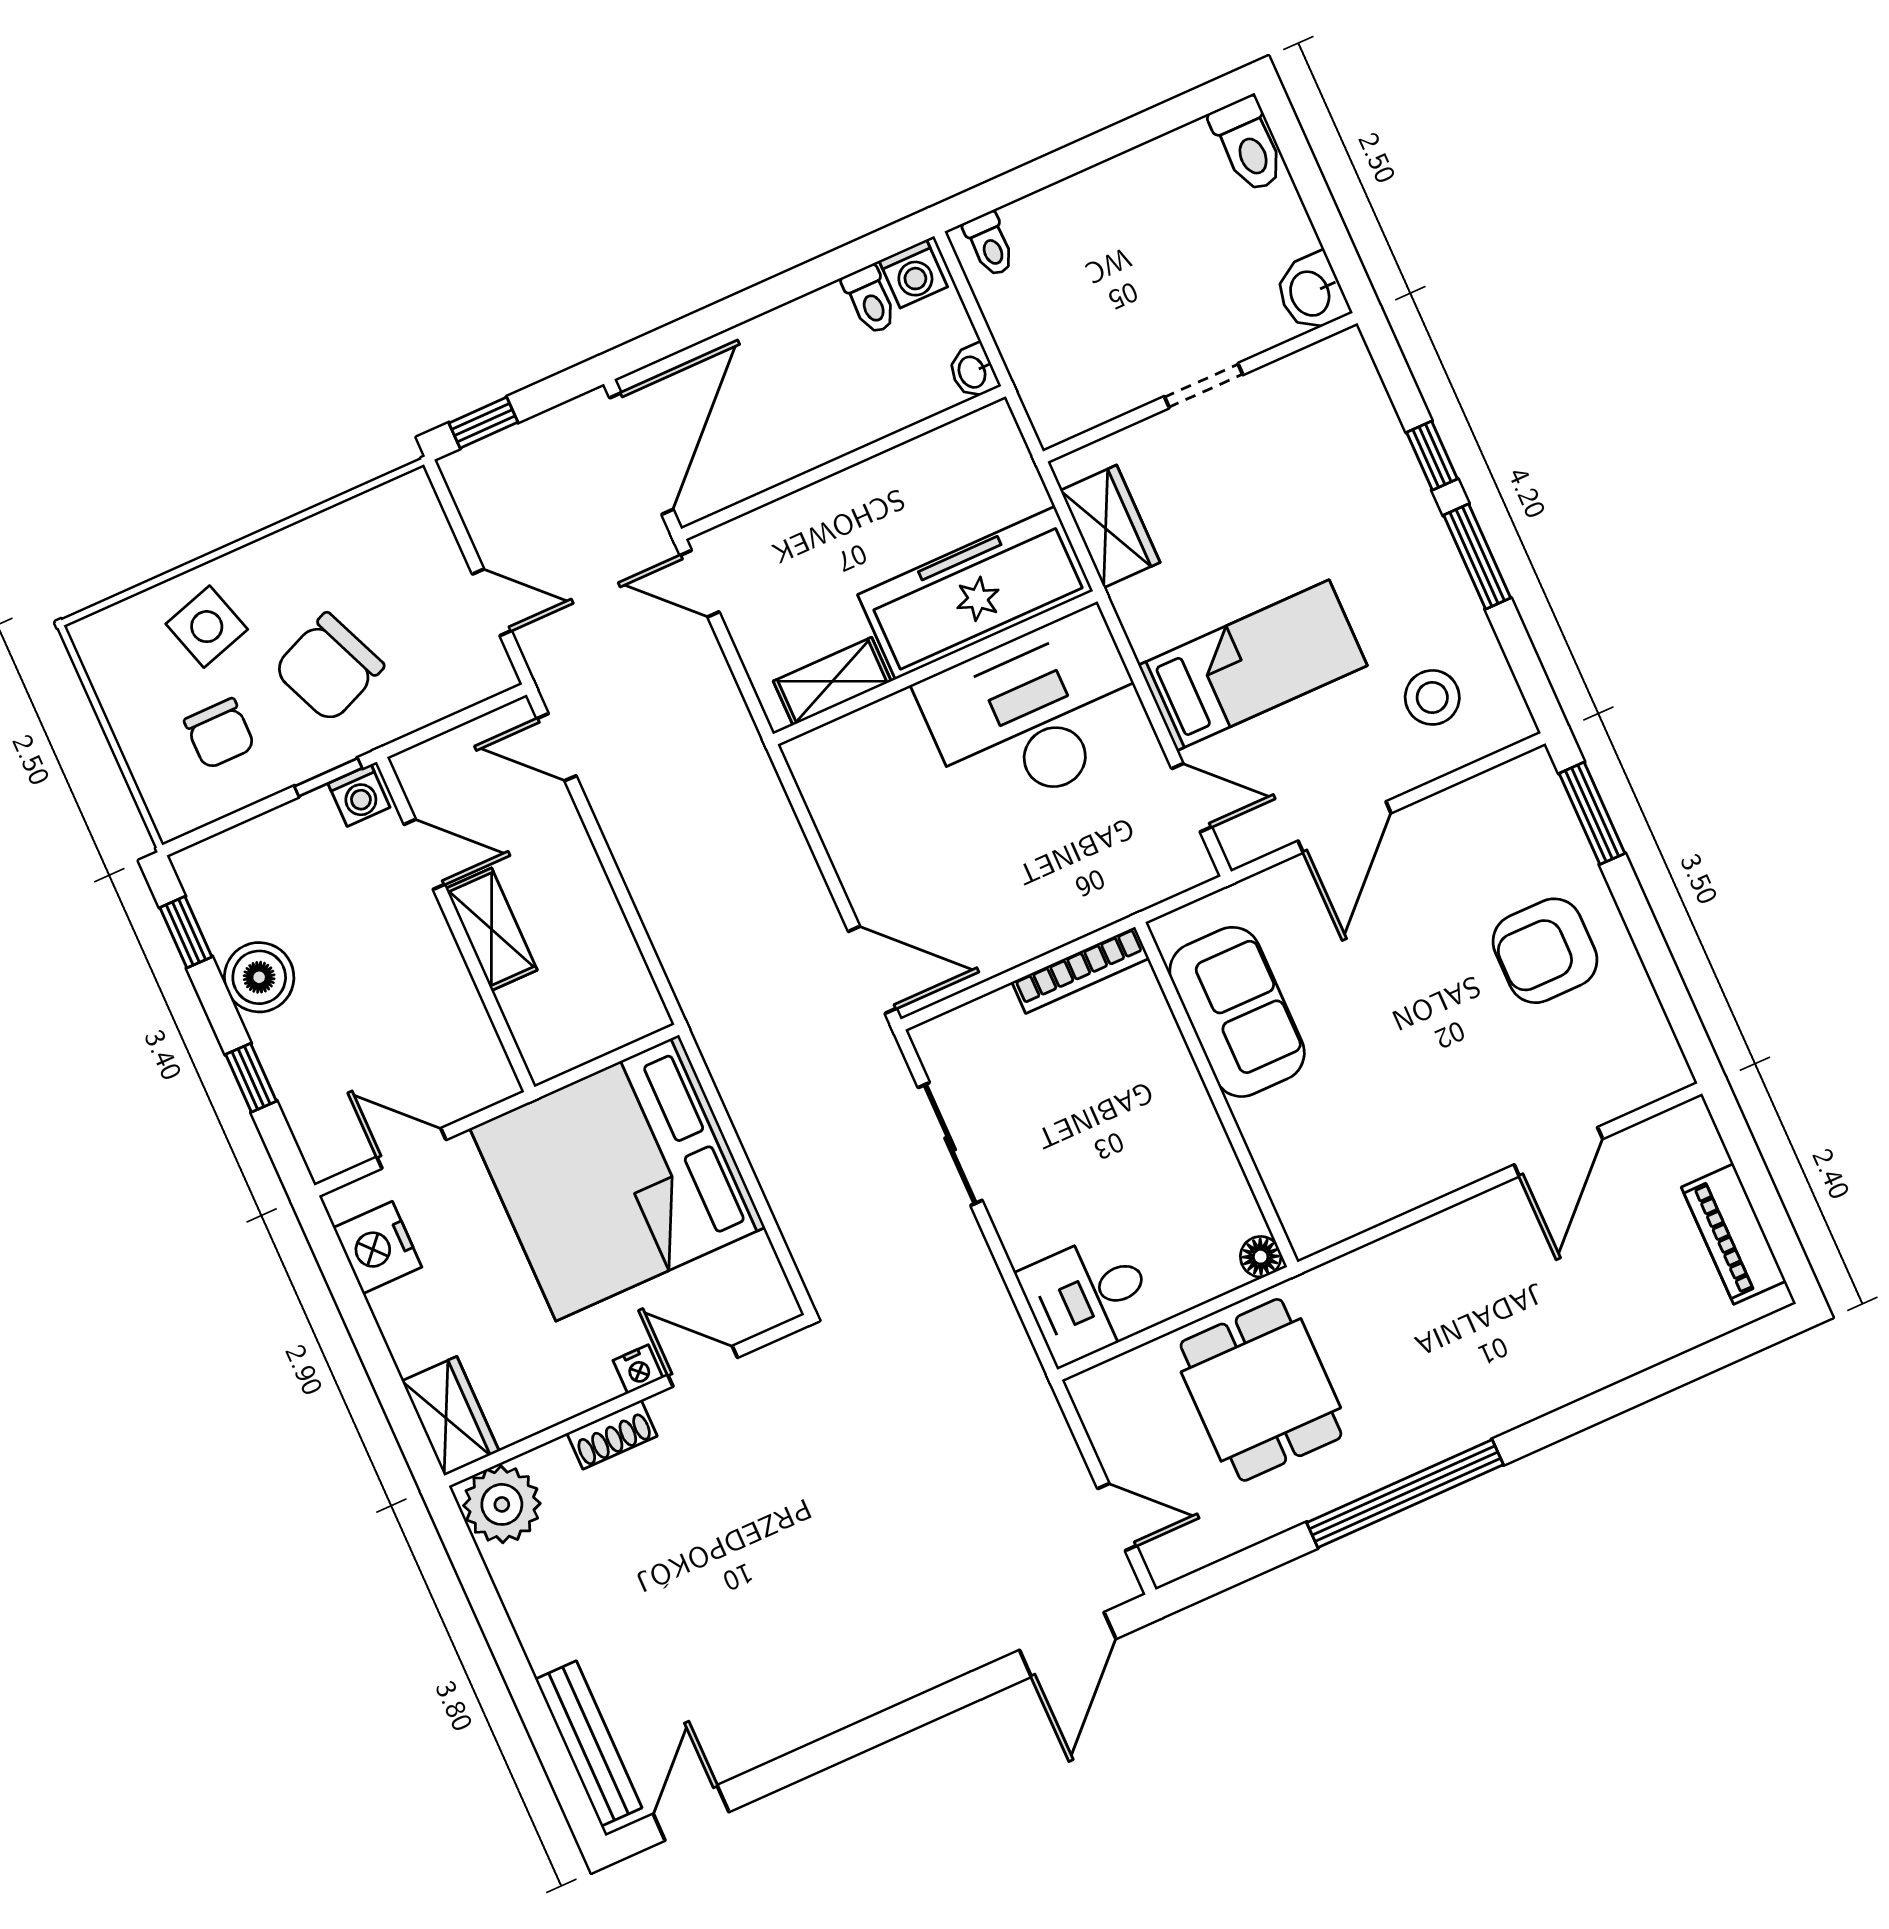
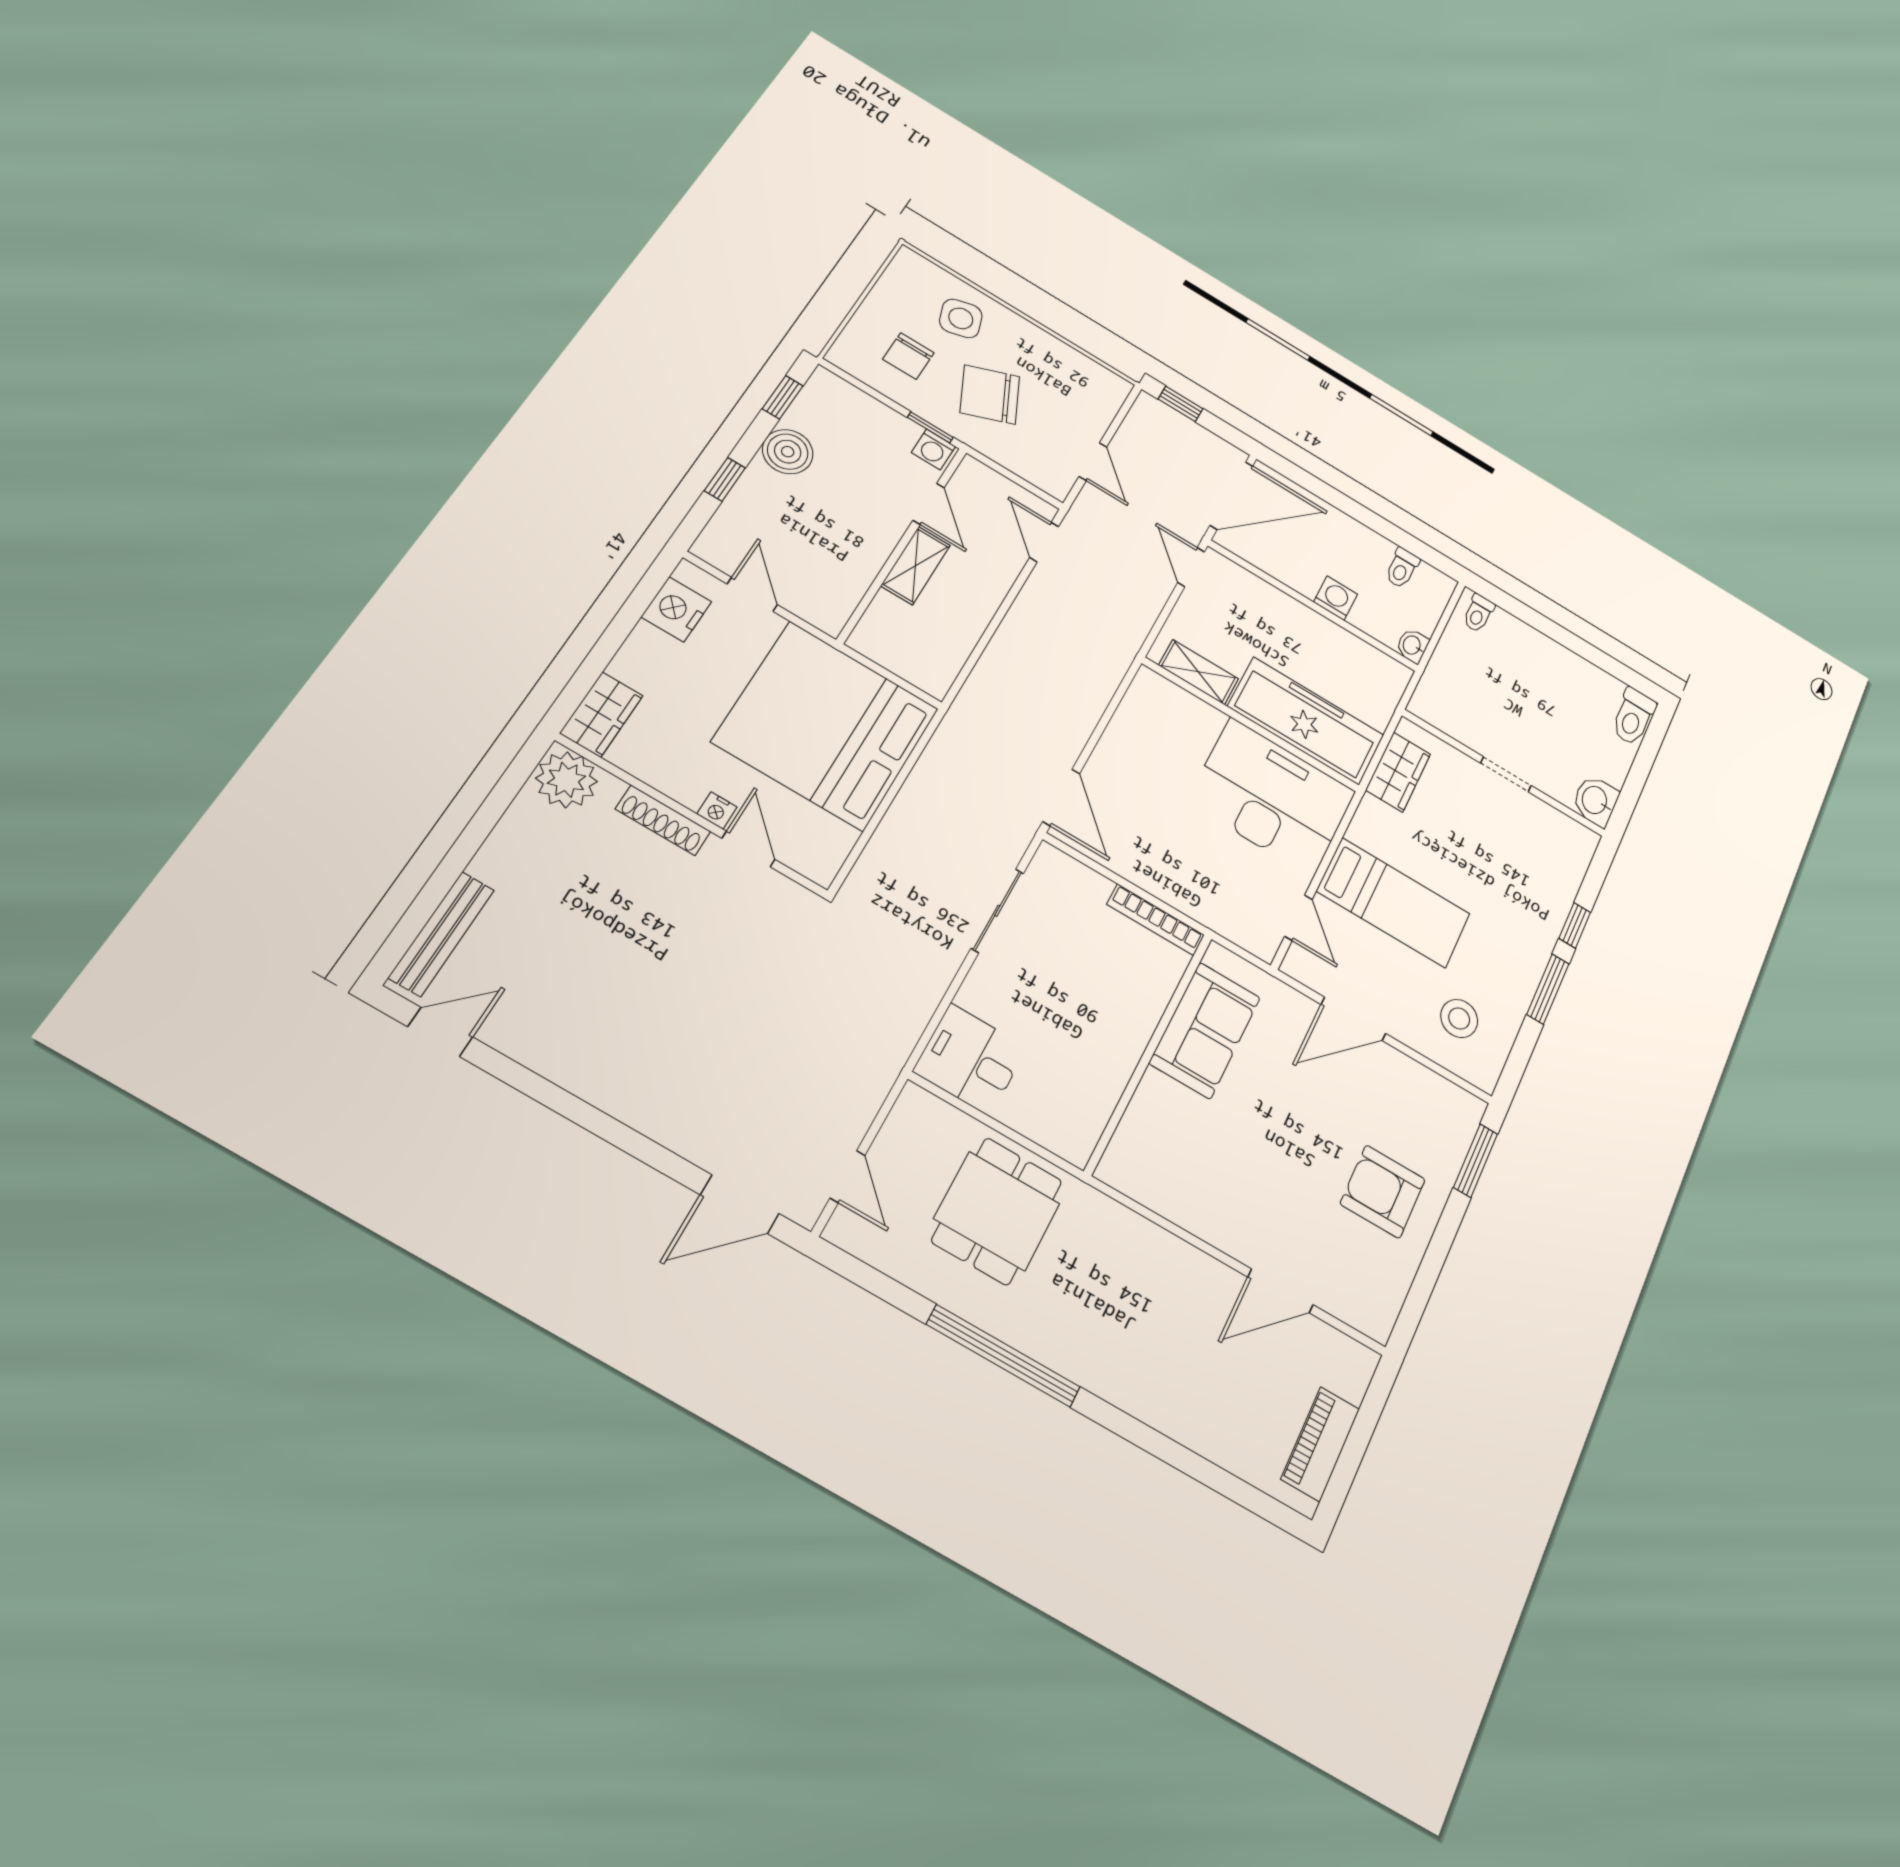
washing machine: (913, 274) -> (1336, 598), moved, turned 180
floor lamp: (1261, 1257) -> (1077, 1150), removed
shoe rack: (612, 1435) -> (663, 820), width x1.43

